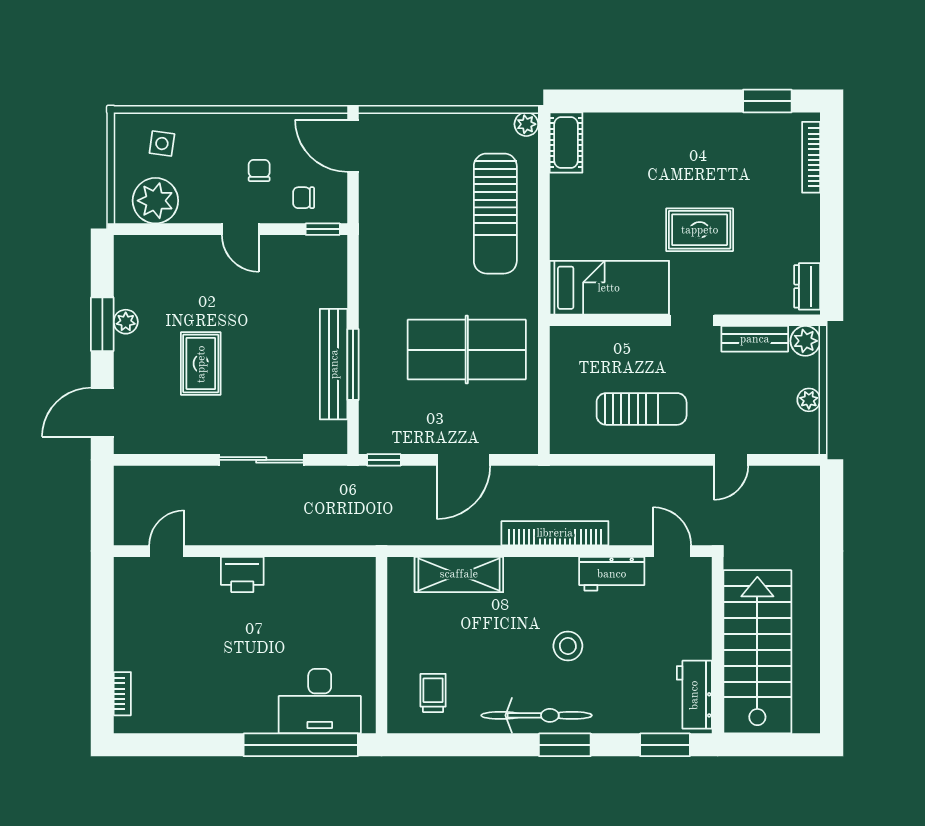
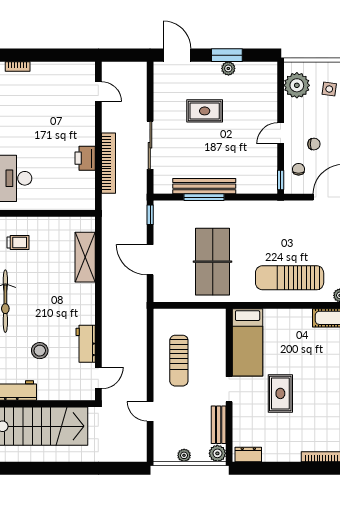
bookcase: (555, 533) -> (109, 163), moved
printer: (242, 574) -> (85, 158), moved
stool: (568, 646) -> (40, 351), moved

